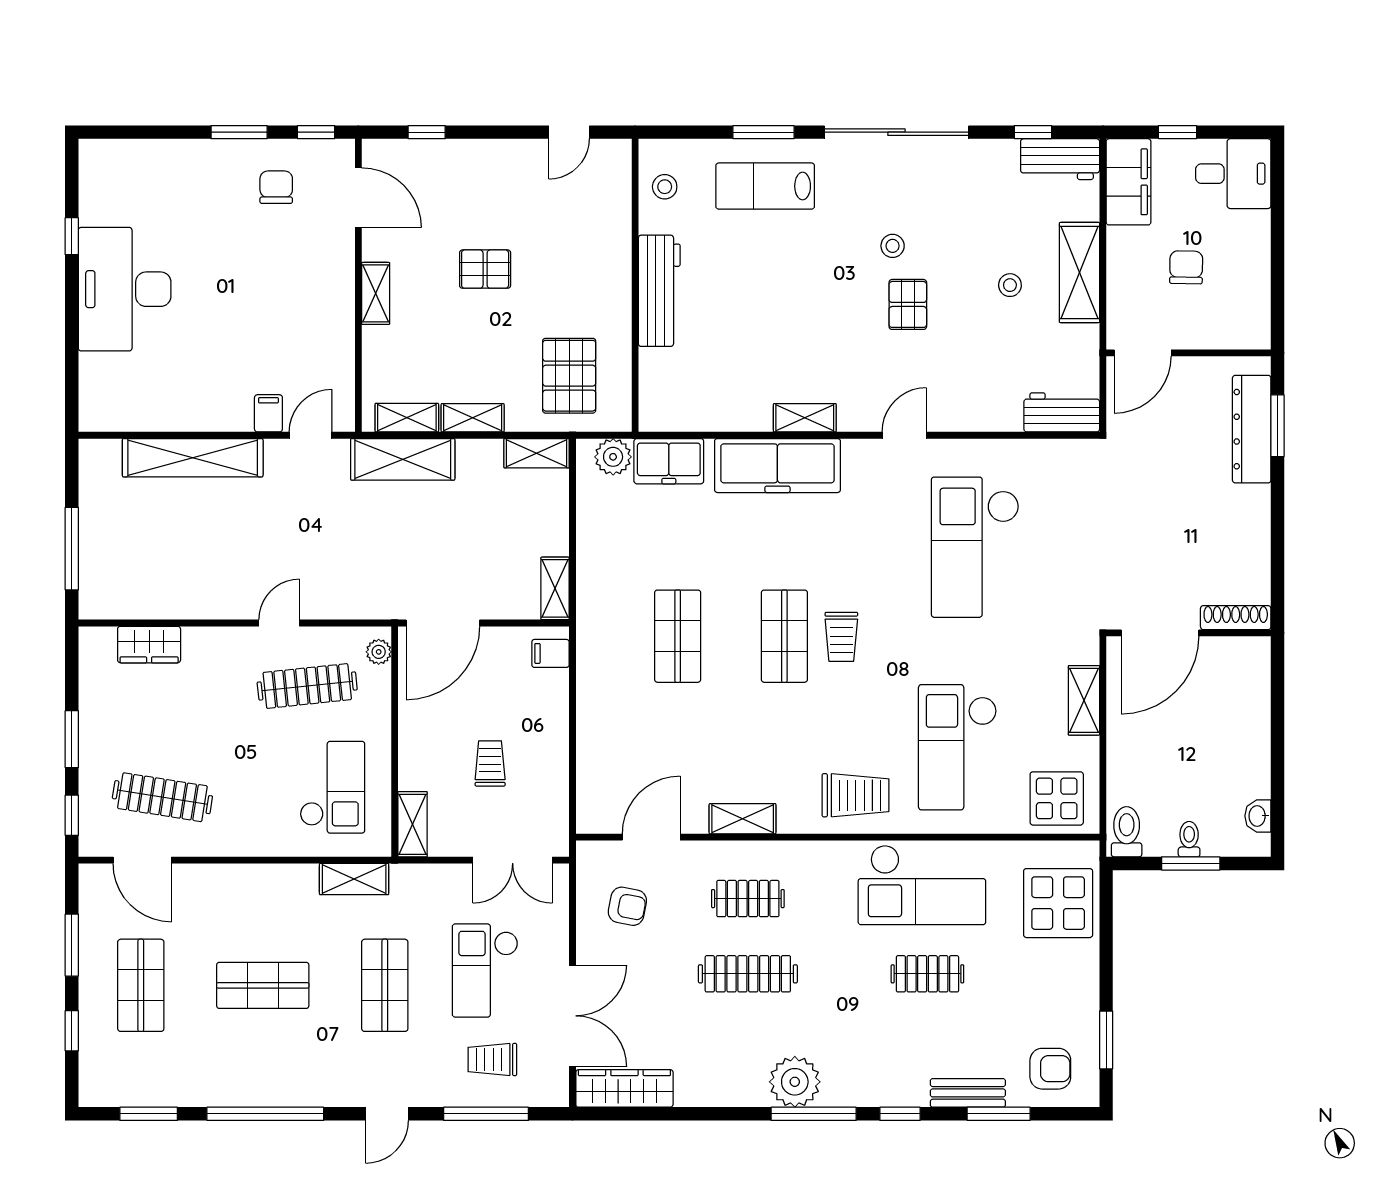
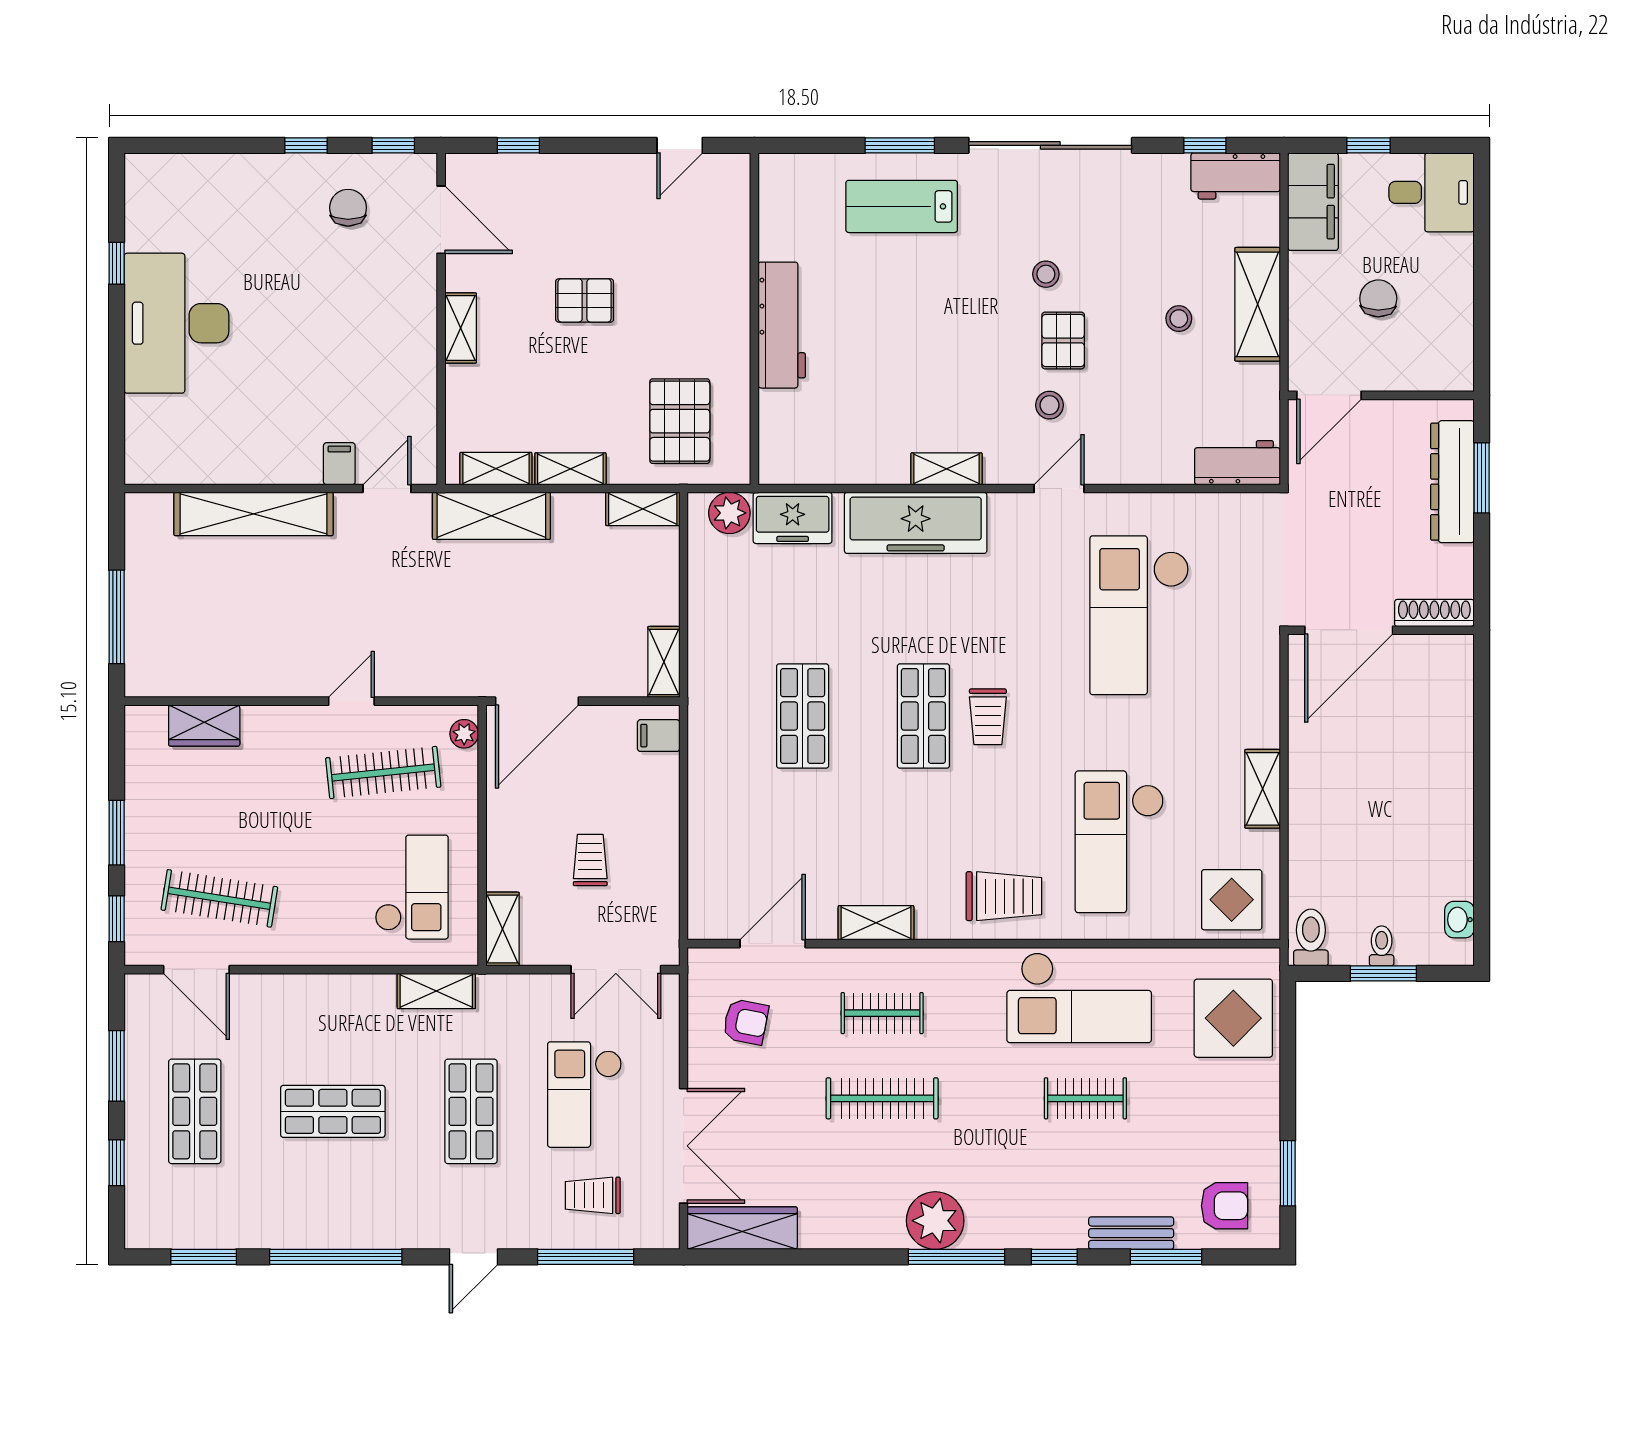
window: (239, 132) -> (306, 145), width x0.67
stool: (665, 187) -> (1050, 405), moved
shoe rack: (1236, 618) -> (1434, 613), moved
door: (1160, 633) -> (1349, 630), moved
wall: (1189, 633) -> (1381, 630), moved

